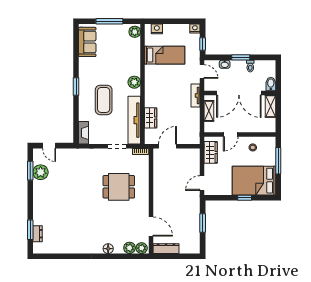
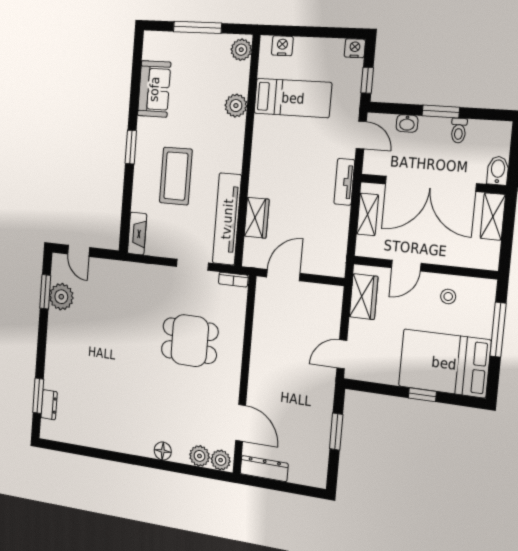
sofa: (87, 42) -> (154, 89), moved
plant: (134, 82) -> (236, 106), moved

